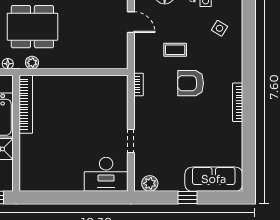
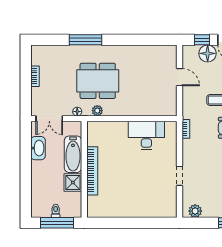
bookcase: (26, 104) -> (92, 171), moved
desk: (106, 174) -> (146, 135), moved, turned 180

